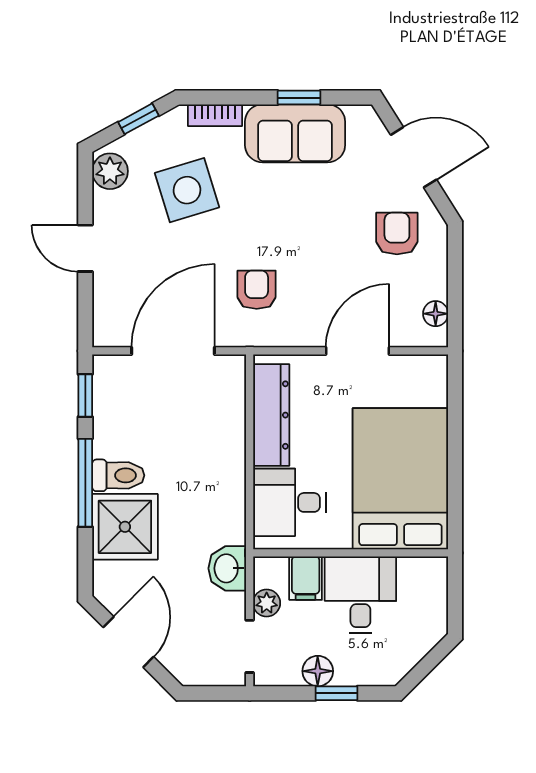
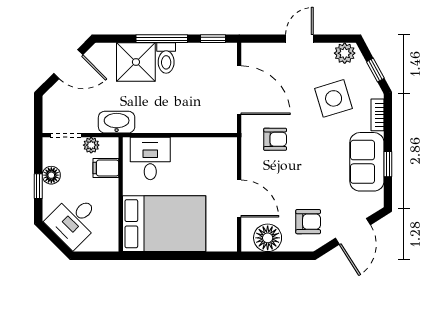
floor lamp: (436, 314) -> (268, 238), width x1.89, depth x1.89
dresser: (271, 415) -> (202, 148), removed
washbasin: (227, 568) -> (117, 122), width x1.38
desk: (360, 595) -> (74, 221), moved, turned 135

